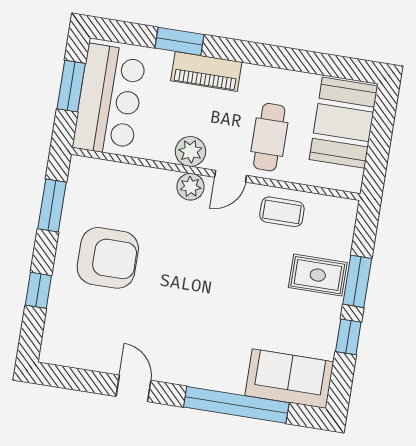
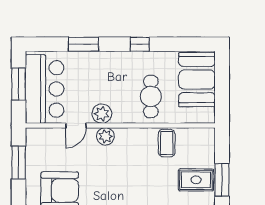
window: (265, 55) -> (140, 44), added
piano: (206, 71) -> (104, 61), removed
door: (231, 176) -> (76, 126), moved
coffee table: (282, 212) -> (167, 143), turned 90

